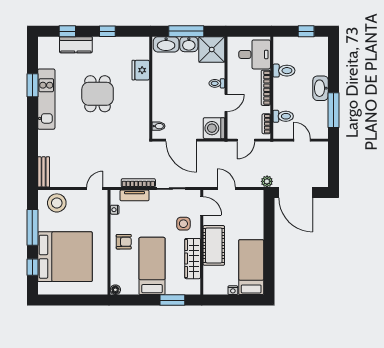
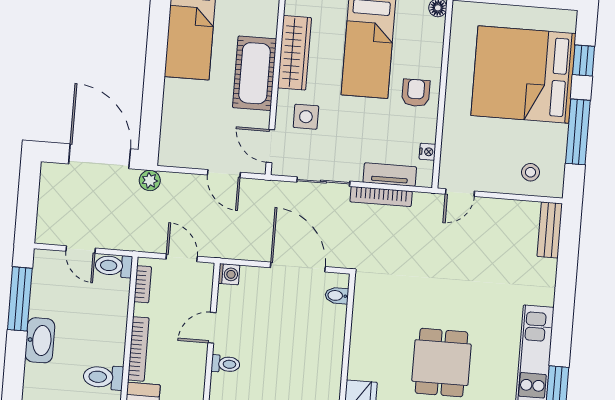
toilet: (283, 116) -> (114, 266), moved
washing machine: (214, 128) -> (229, 274), width x0.53, depth x0.53
door: (246, 140) -> (182, 258), hinge flipped
stool: (57, 203) -> (530, 172), width x0.53, depth x0.53
armchair: (124, 242) -> (416, 93), turned 90

